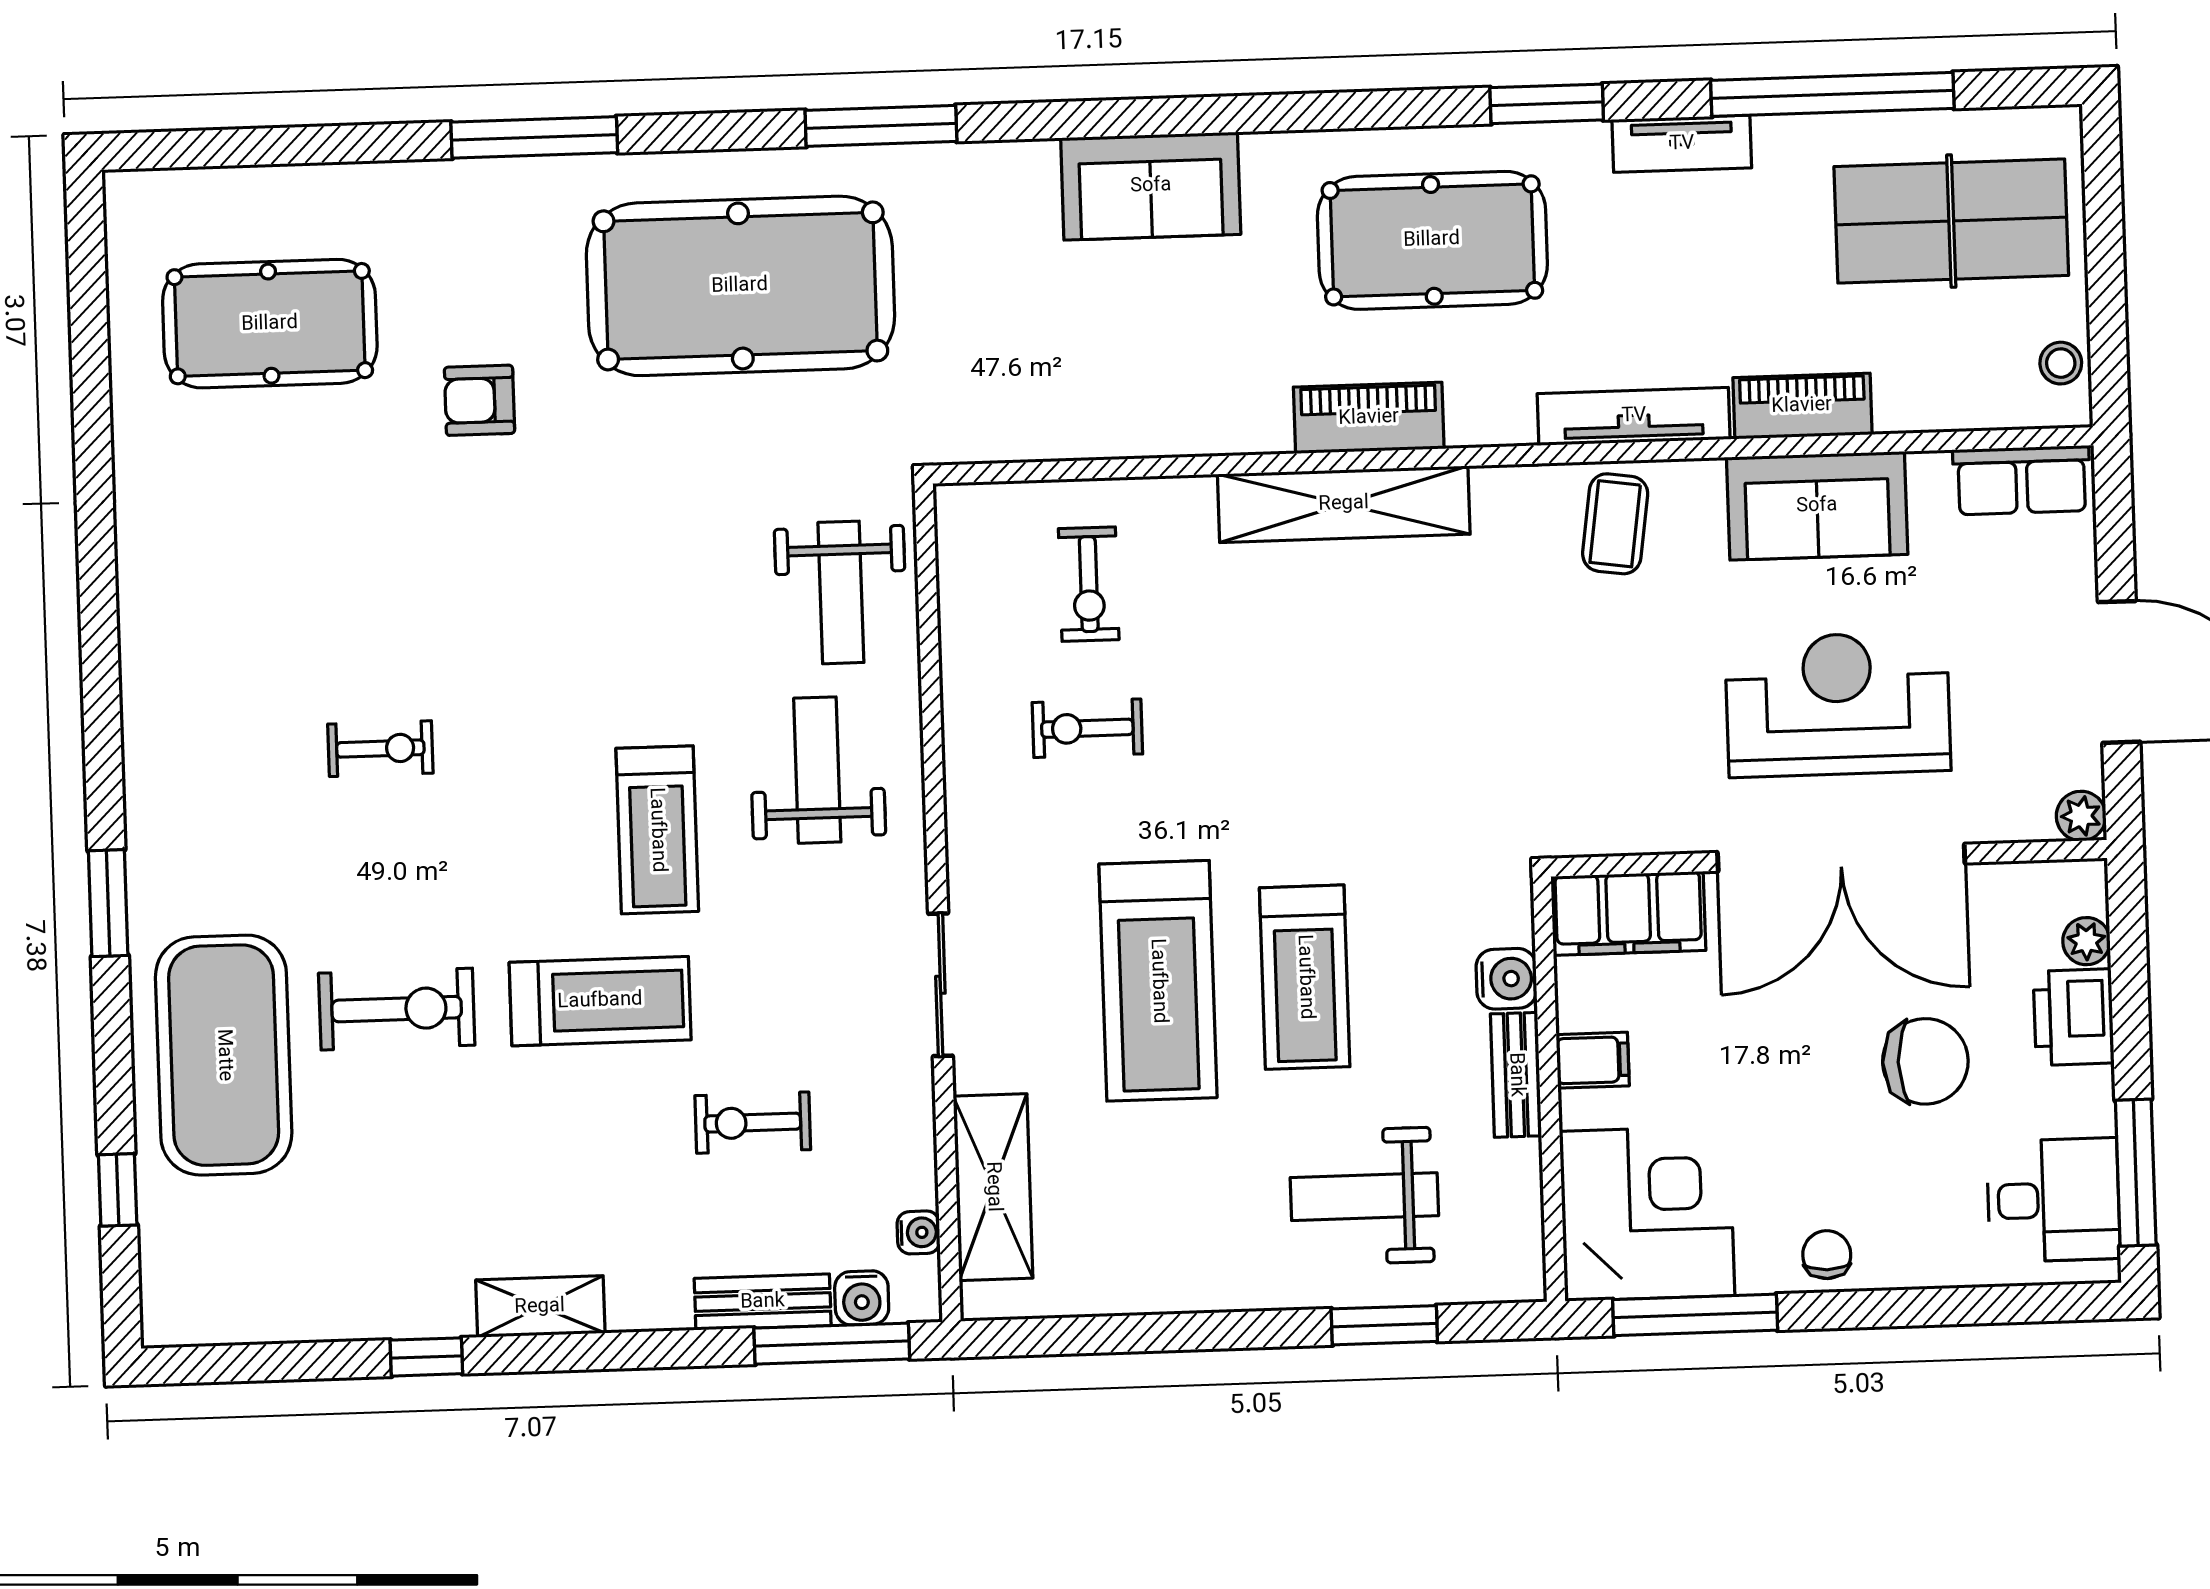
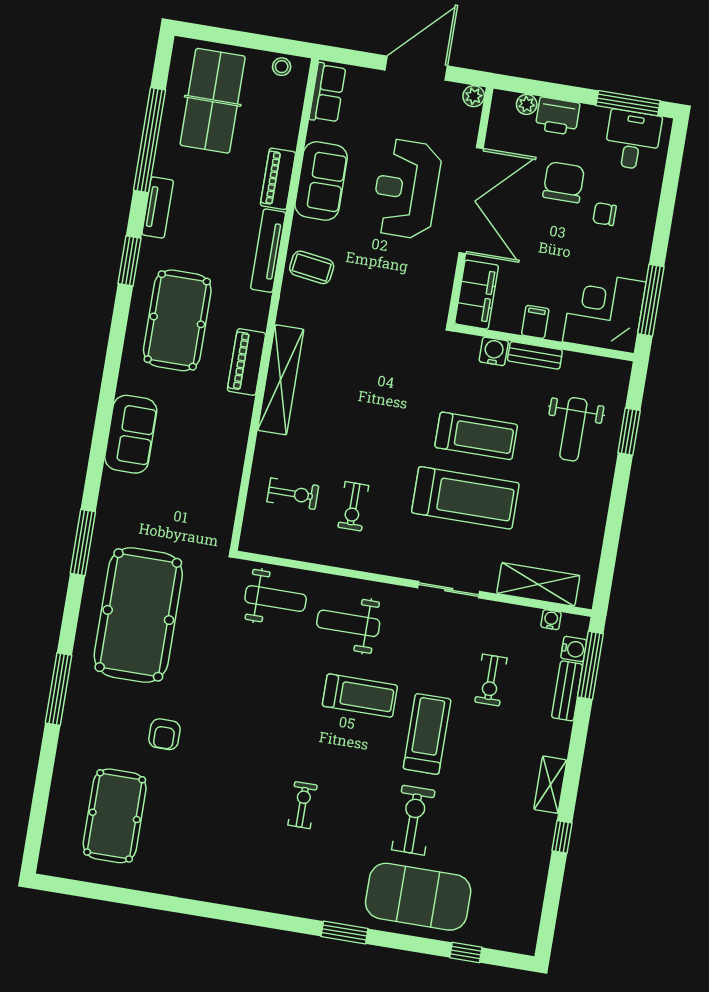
chair: (1827, 1255) -> (605, 214), moved

